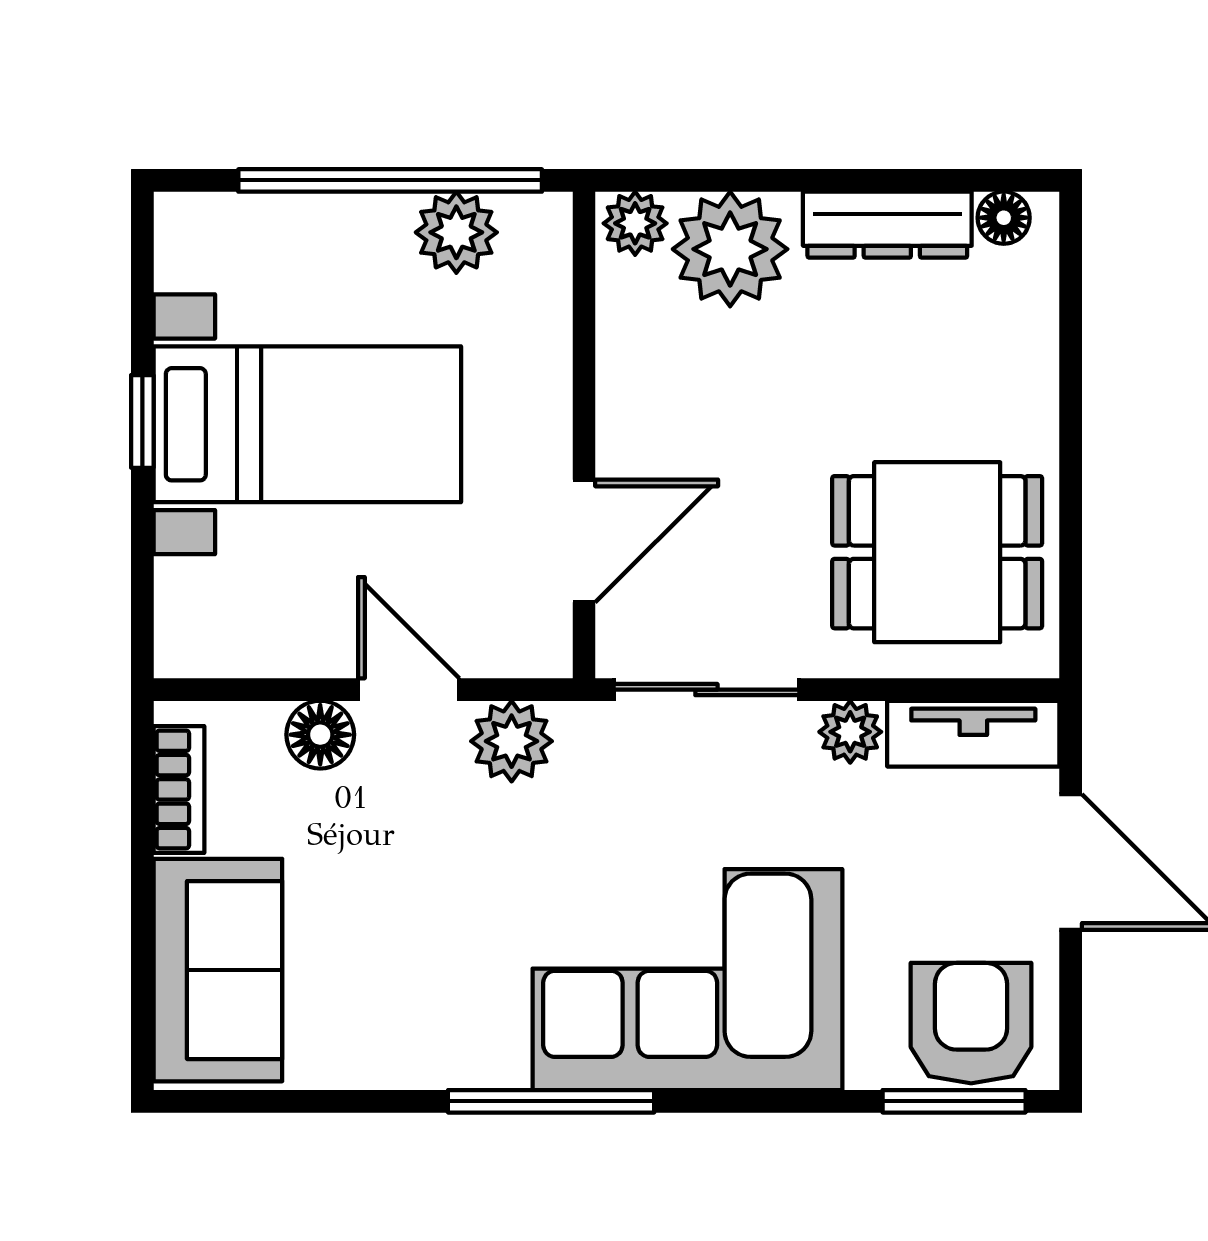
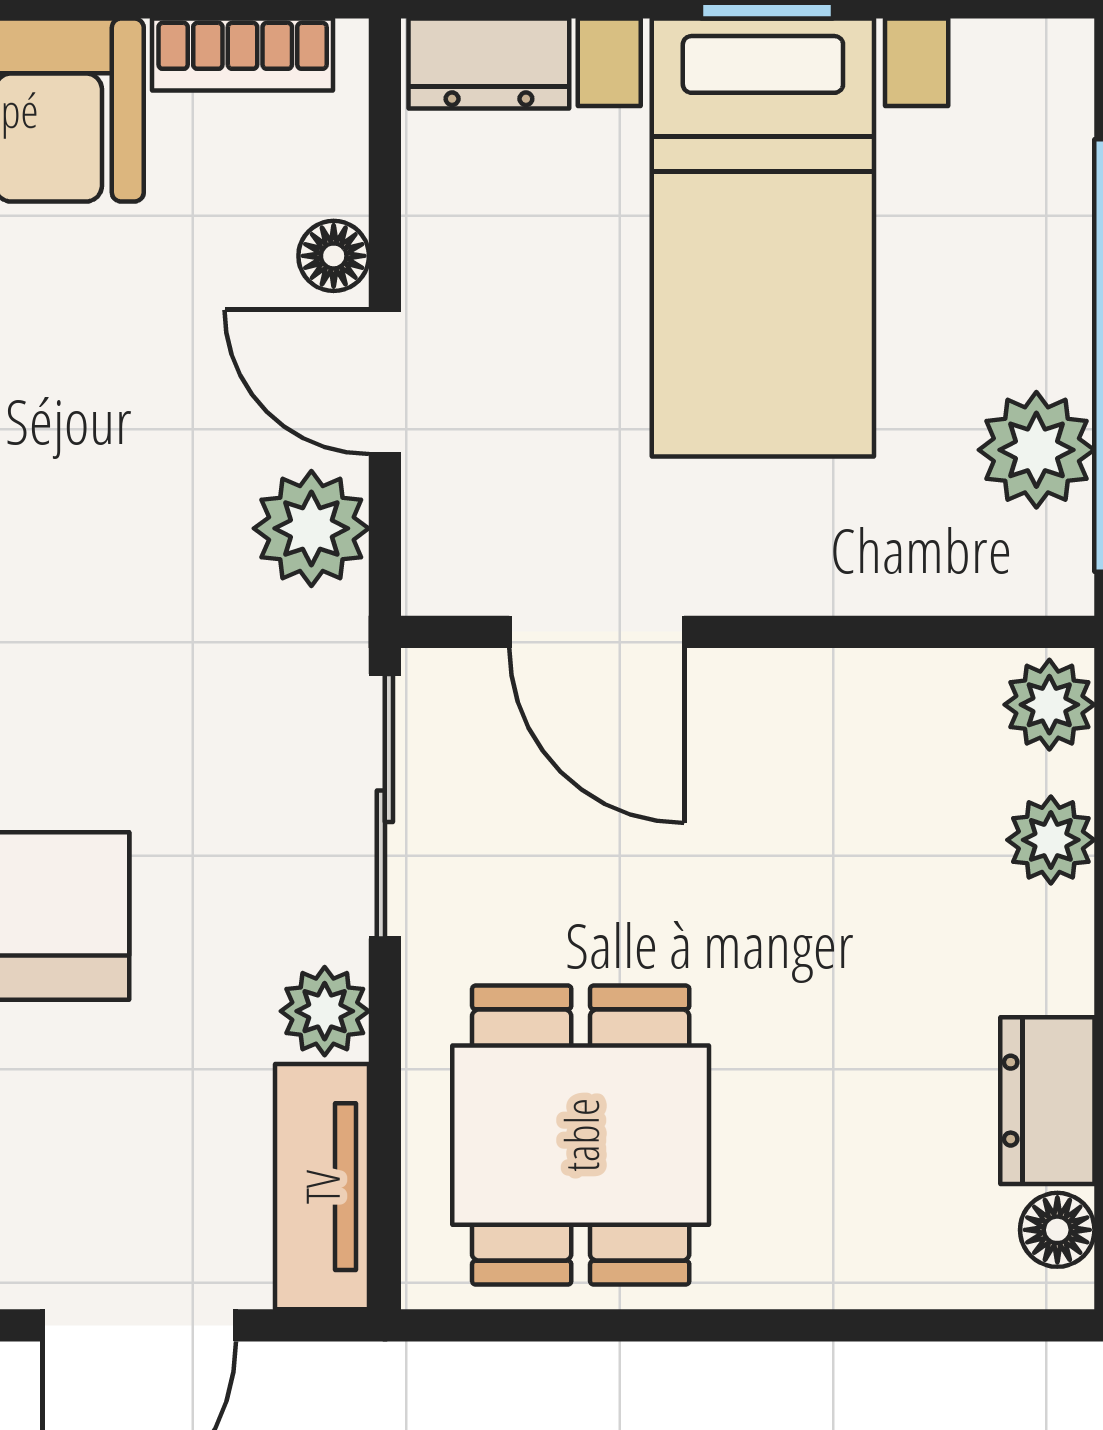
dresser: (887, 225) -> (1047, 1101), width x0.70
plant: (730, 249) -> (1051, 840), width x0.53, depth x0.53
dresser: (185, 617) -> (489, 64), added
door: (409, 690) -> (385, 382), swing flipped
floor lamp: (320, 735) -> (334, 256), width x0.73, depth x0.73

